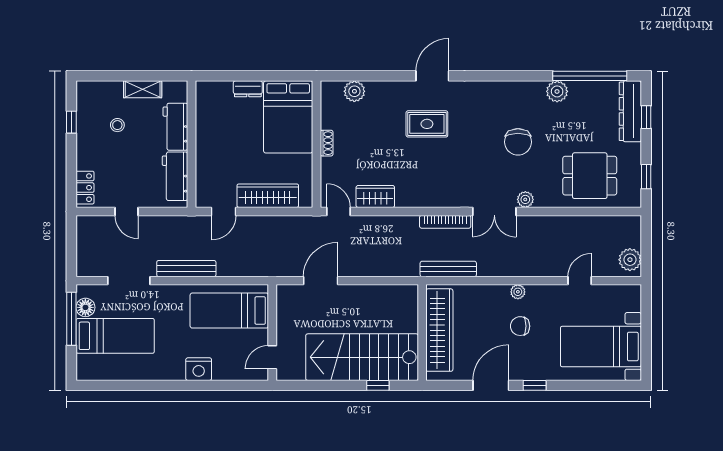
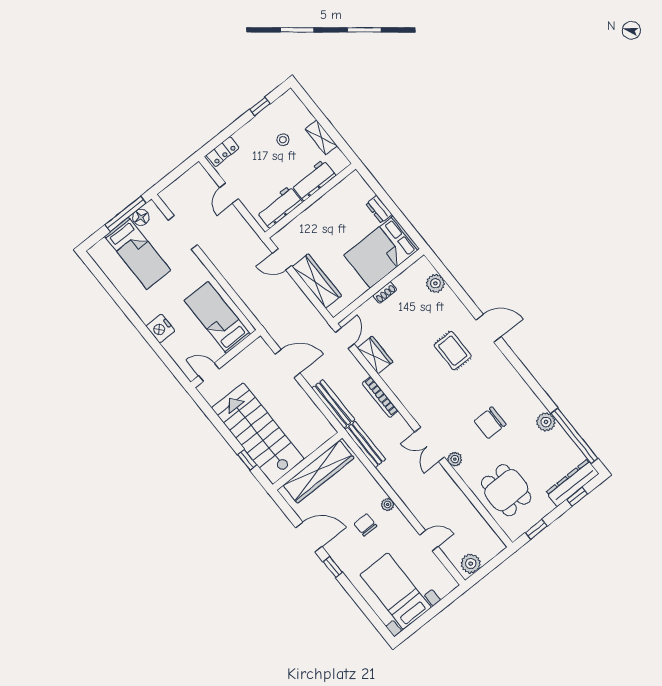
bookcase: (445, 222) -> (380, 397), moved
bench: (186, 269) -> (333, 404), moved

